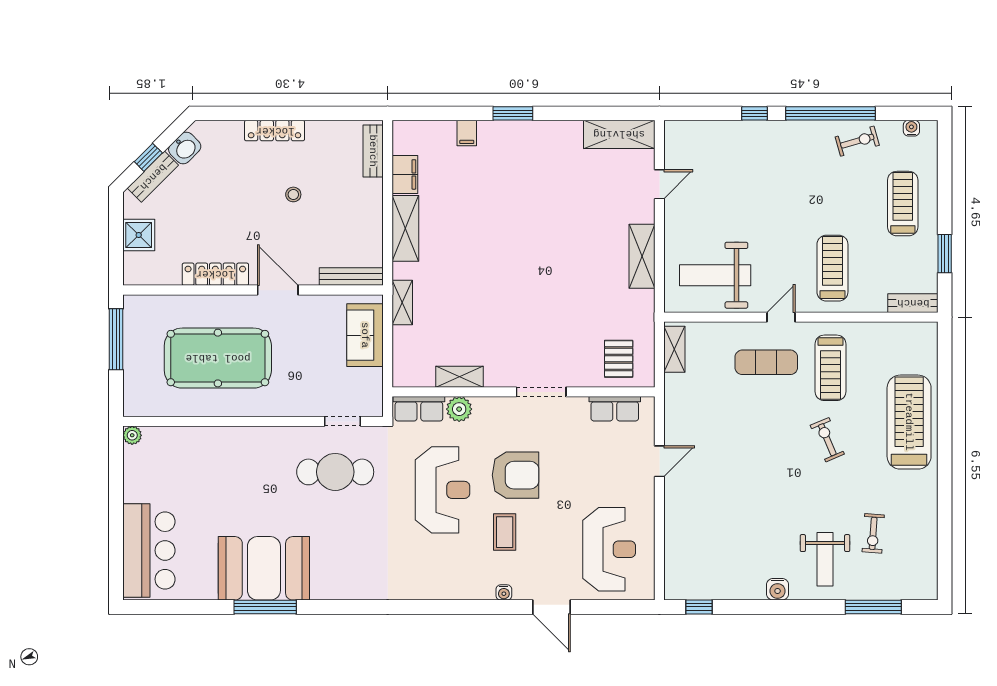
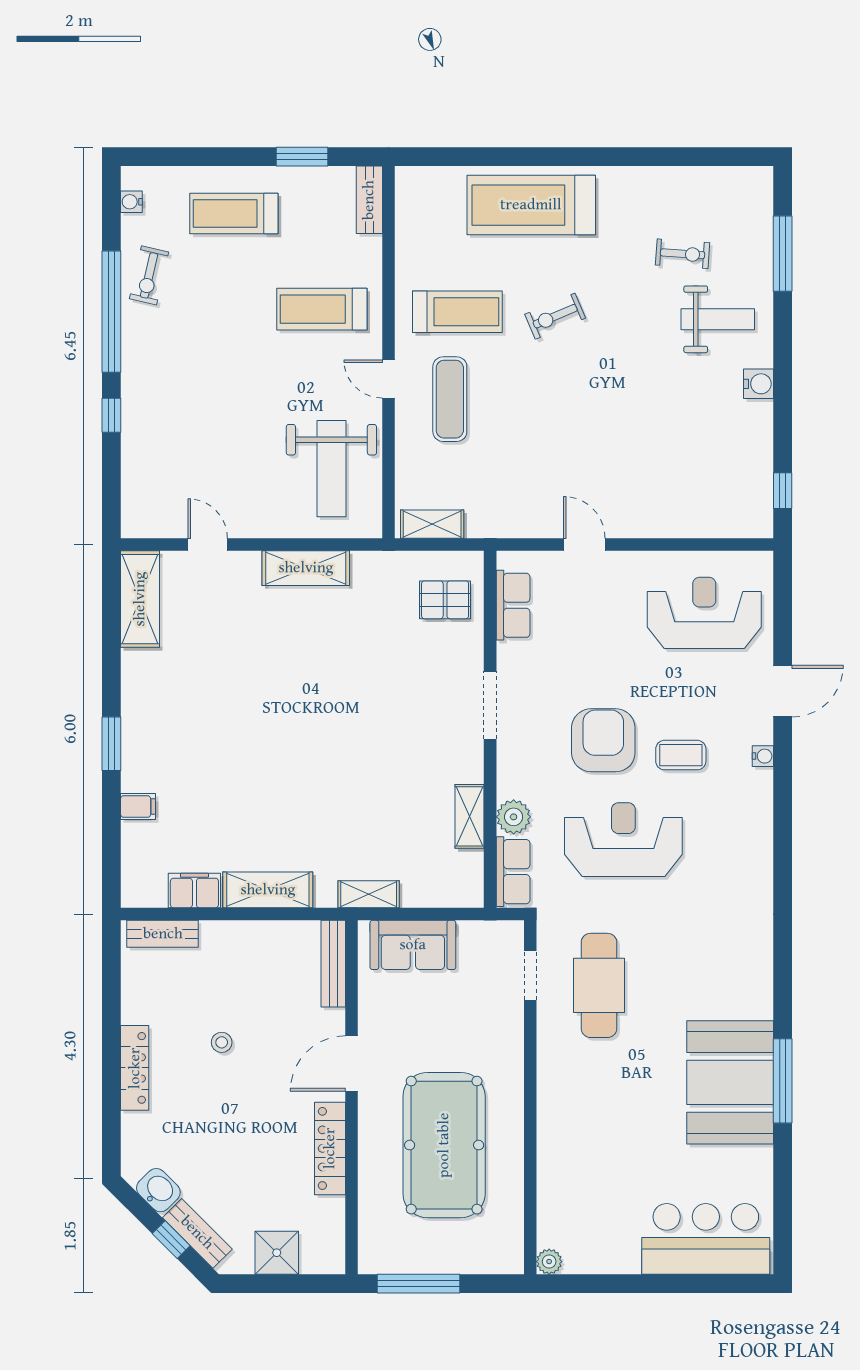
exercise bike: (857, 141) -> (149, 275), turned -151

